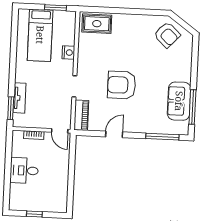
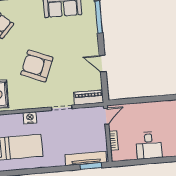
armchair: (122, 85) -> (37, 66), moved, turned 112
tv unit: (20, 98) -> (86, 158), width x1.41

